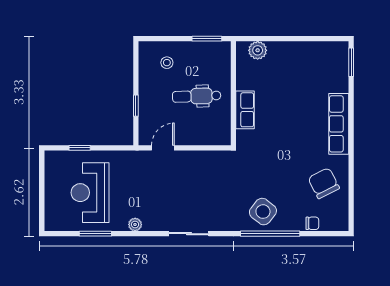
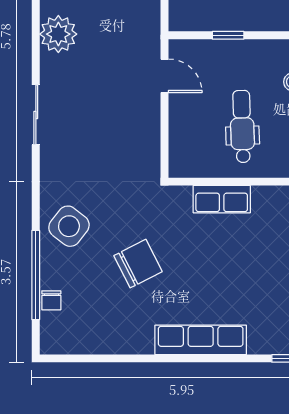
chair: (324, 183) -> (138, 264), moved
plant: (135, 224) -> (58, 34), width x1.88, depth x1.88
window: (270, 234) -> (36, 275), moved

